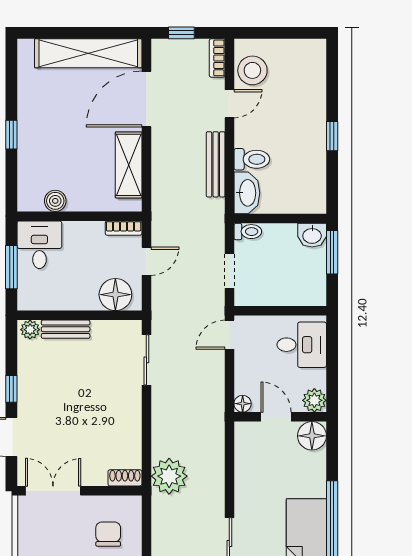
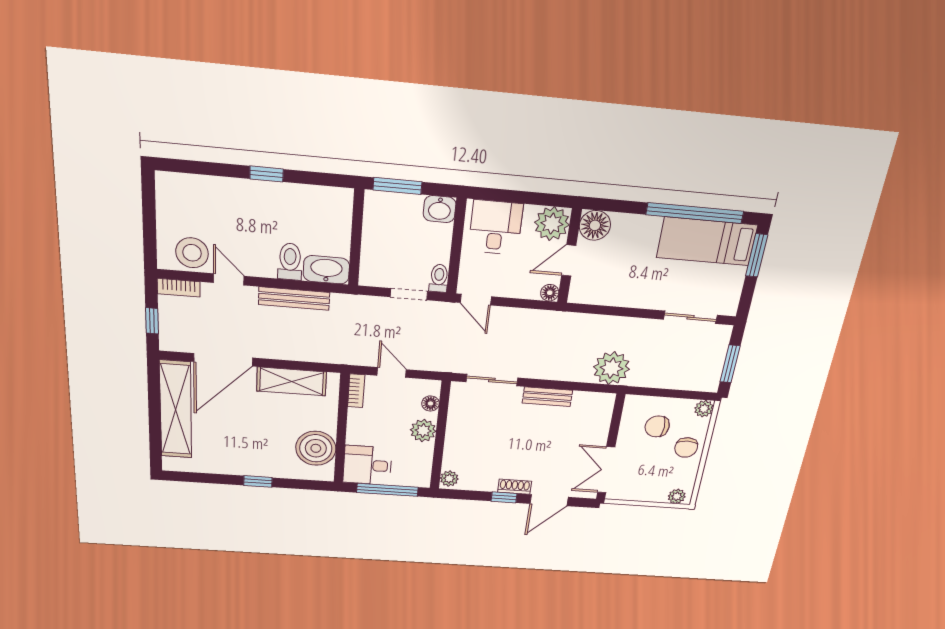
door: (146, 99) -> (223, 360), hinge flipped
boiler: (55, 201) -> (316, 448), width x1.86, depth x1.86
toilet: (248, 232) -> (439, 278), moved
washbasin: (312, 235) -> (440, 209), moved, turned 90
window: (11, 267) -> (387, 490), width x1.44
floor lamp: (115, 295) -> (430, 403), width x0.53, depth x0.53
plant: (84, 298) -> (423, 431), added
bench: (66, 329) -> (547, 397), moved, turned 90
plant: (314, 400) -> (552, 224), width x1.36, depth x1.36
shoe rack: (125, 478) -> (515, 487), moved, turned 90

